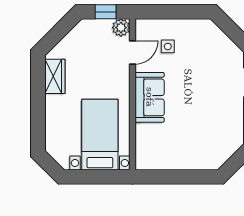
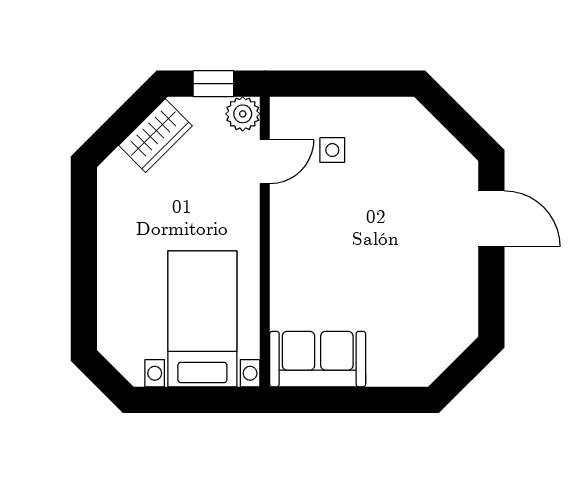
wardrobe: (55, 76) -> (155, 136), moved, turned 45
sofa: (150, 97) -> (318, 359), moved, turned -90

